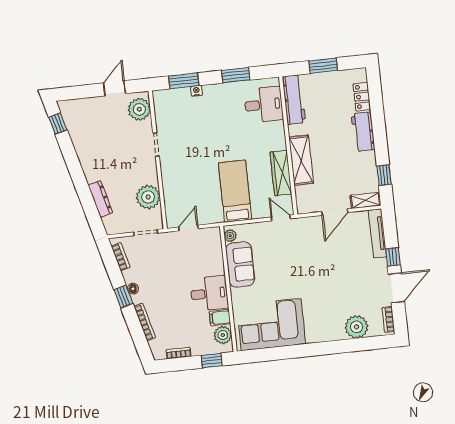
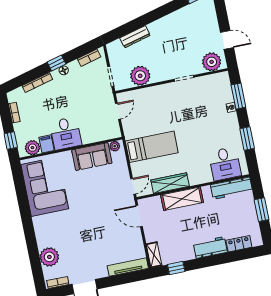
door: (335, 212) -> (139, 216), moved
door: (189, 228) -> (118, 111), hinge flipped
window: (393, 257) -> (110, 282), removed

